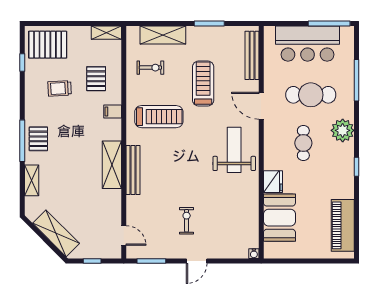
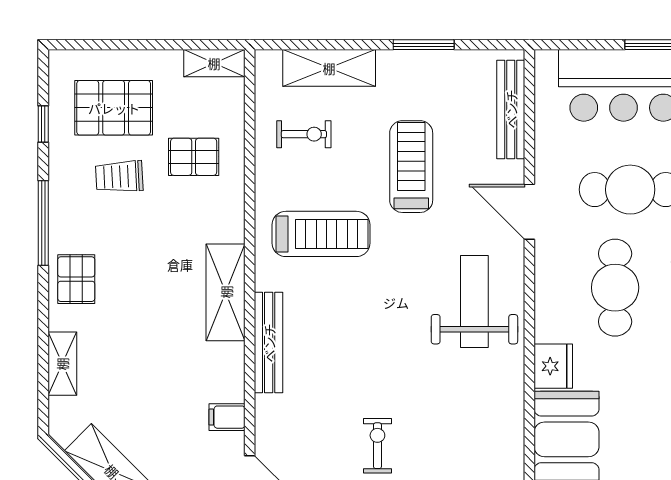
pallet: (48, 45) -> (114, 108), moved
pallet: (96, 79) -> (194, 157), turned 90
filing cabinet: (113, 111) -> (227, 417), moved
window: (22, 141) -> (43, 223), moved
cafe table: (303, 143) -> (615, 288), width x1.37, depth x1.35
shelving: (112, 165) -> (226, 292), moved

